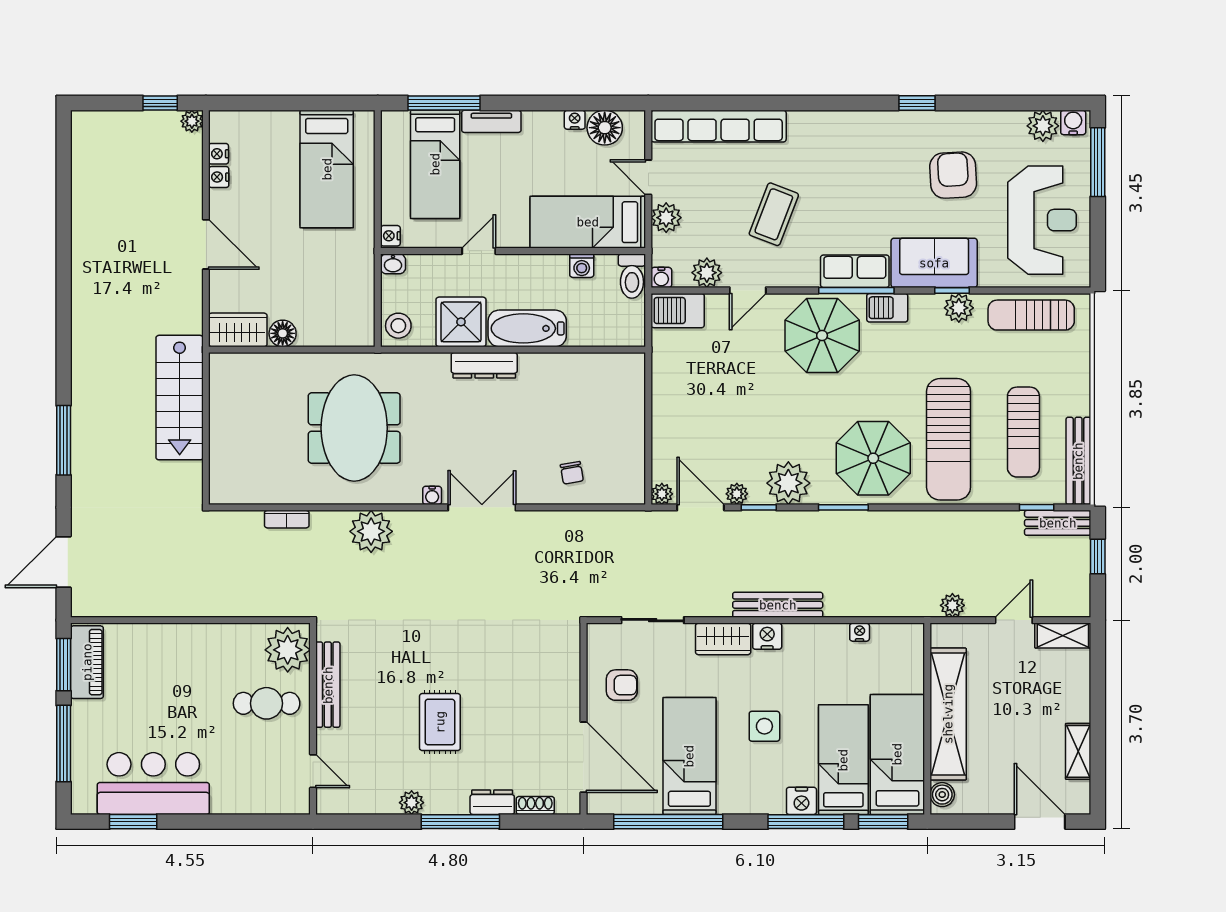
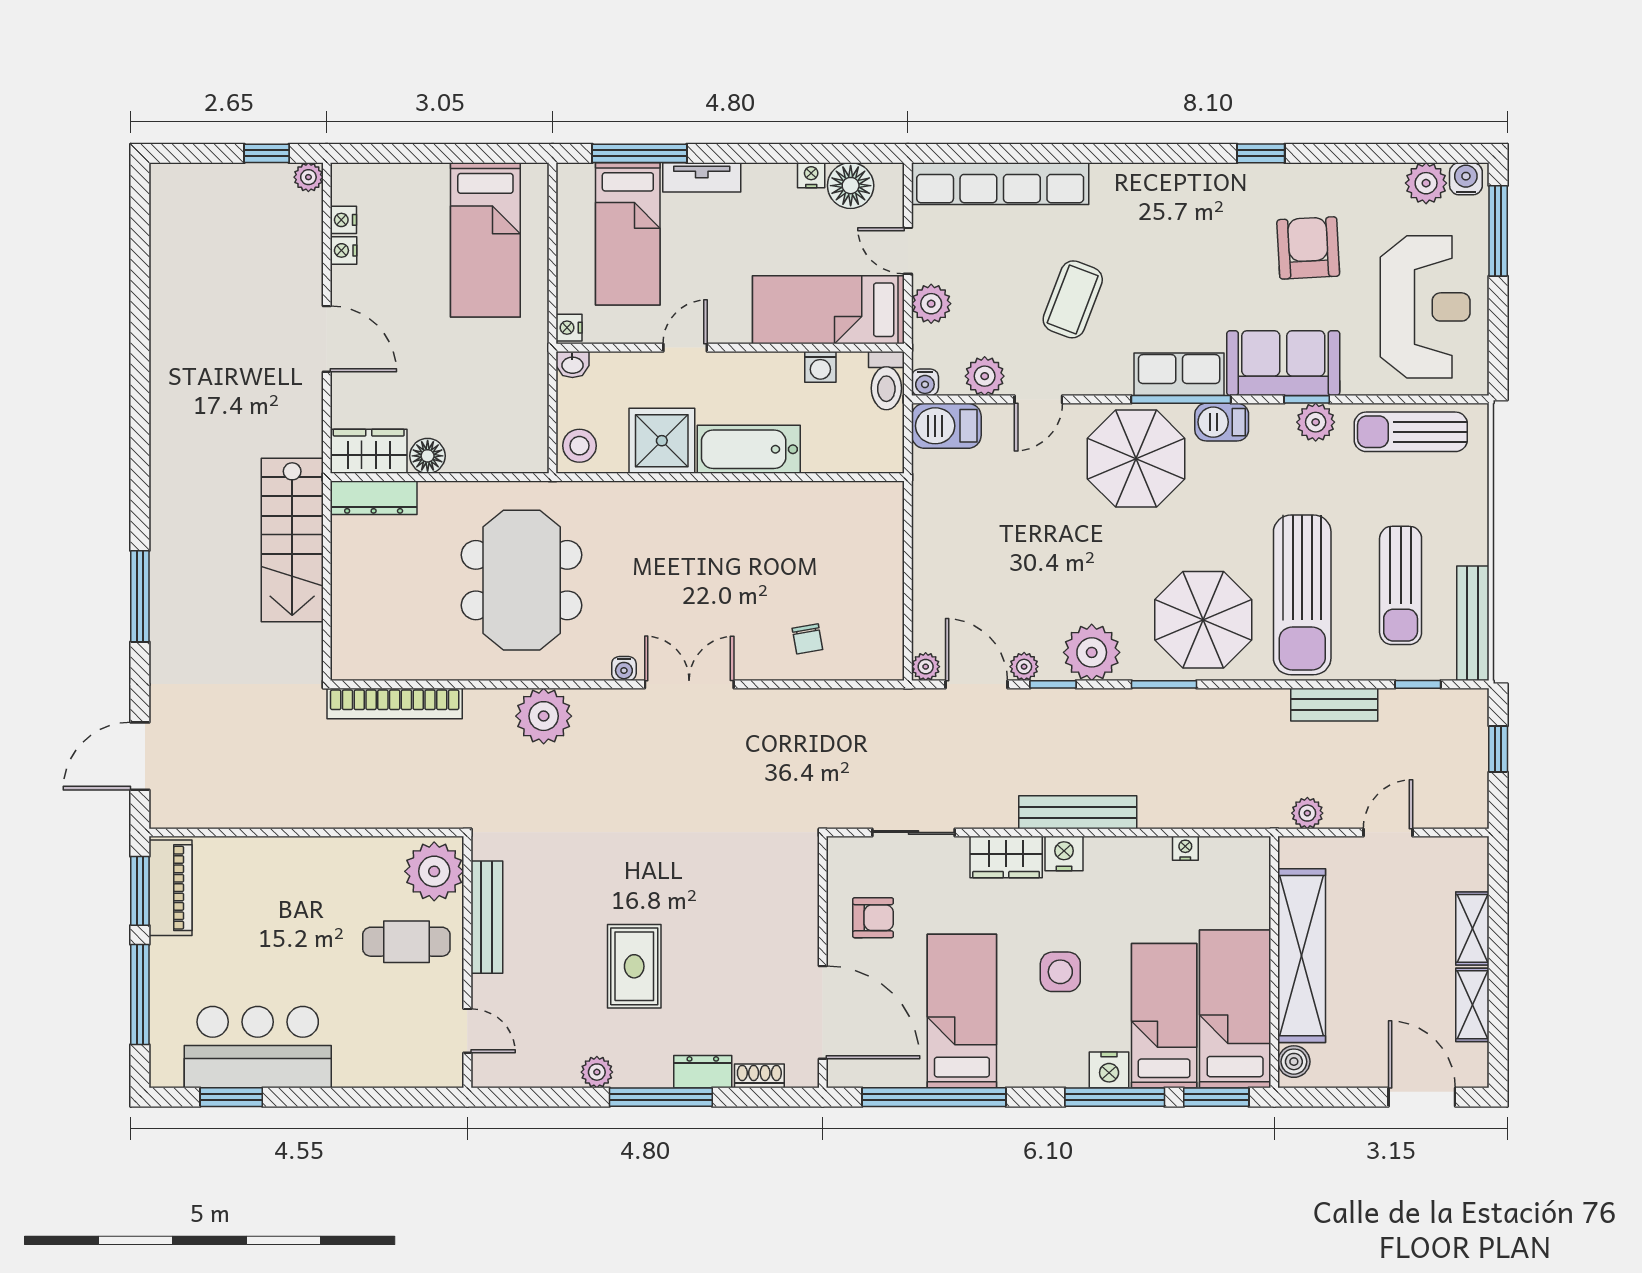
dresser: (484, 365) -> (374, 498), moved
bookcase: (287, 519) -> (395, 703), width x2.31, depth x1.31
bench: (1058, 523) -> (1334, 705), moved
shelving: (1063, 636) -> (1472, 928), moved, turned 90

